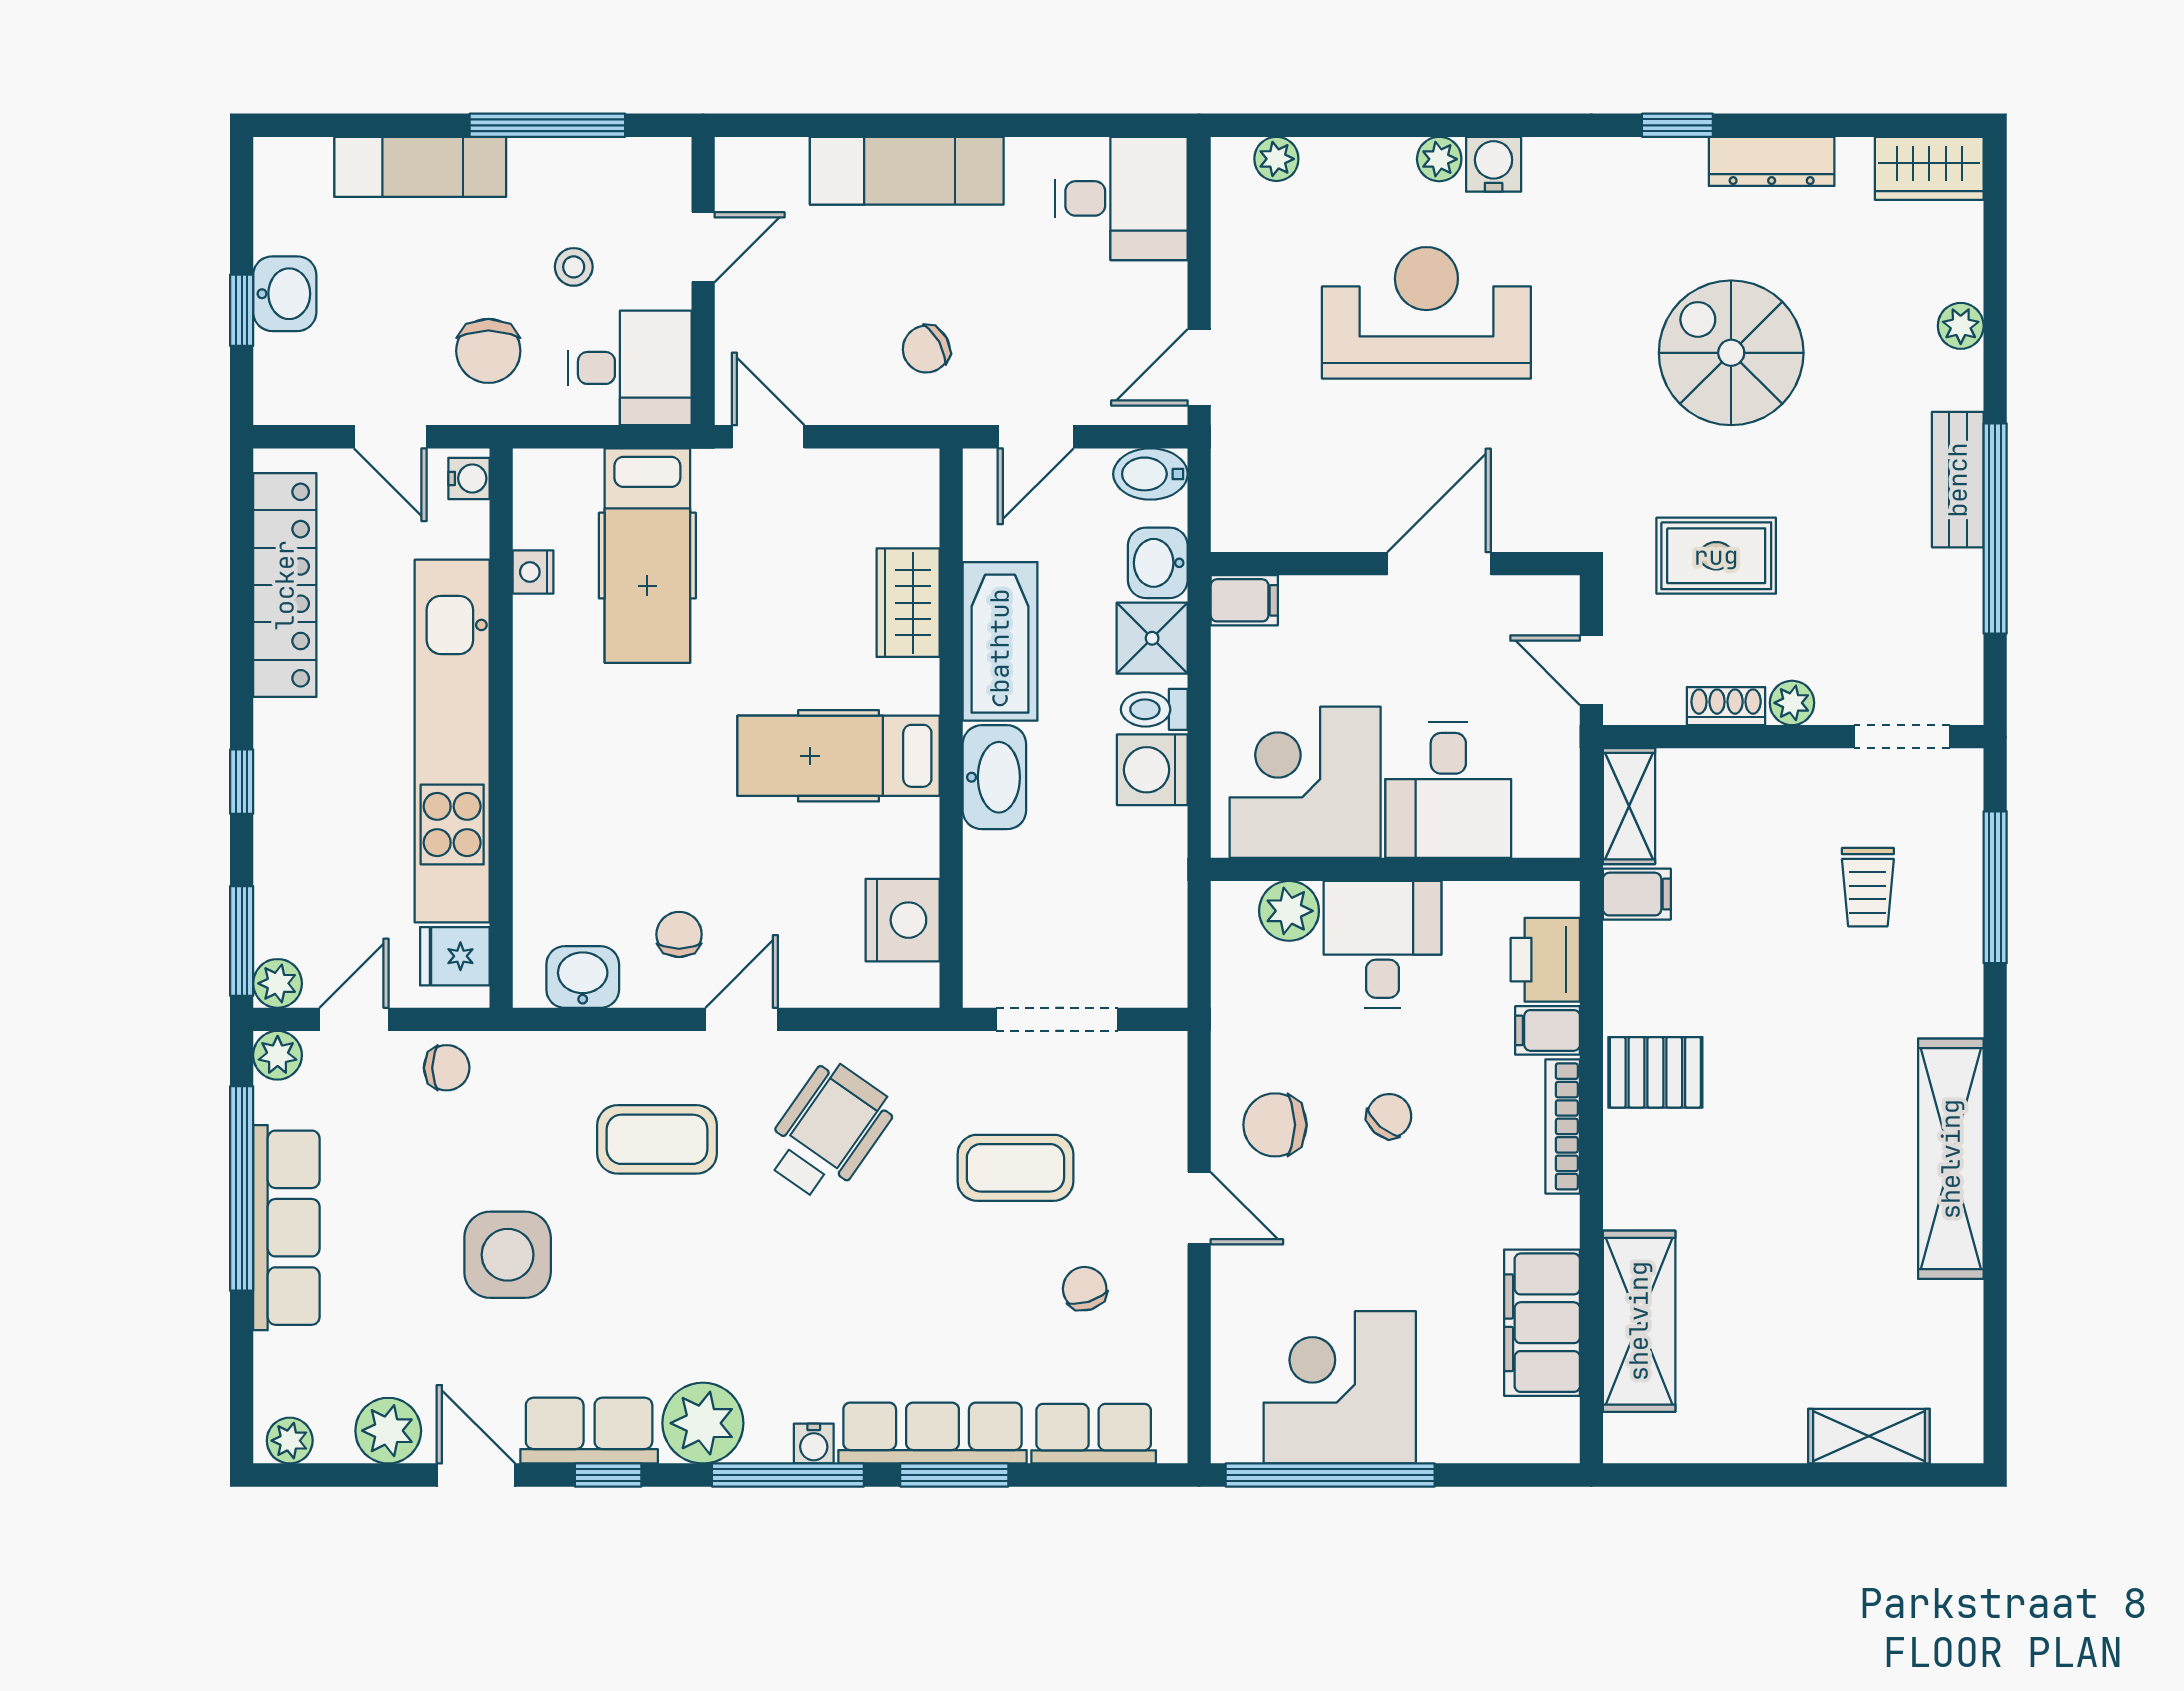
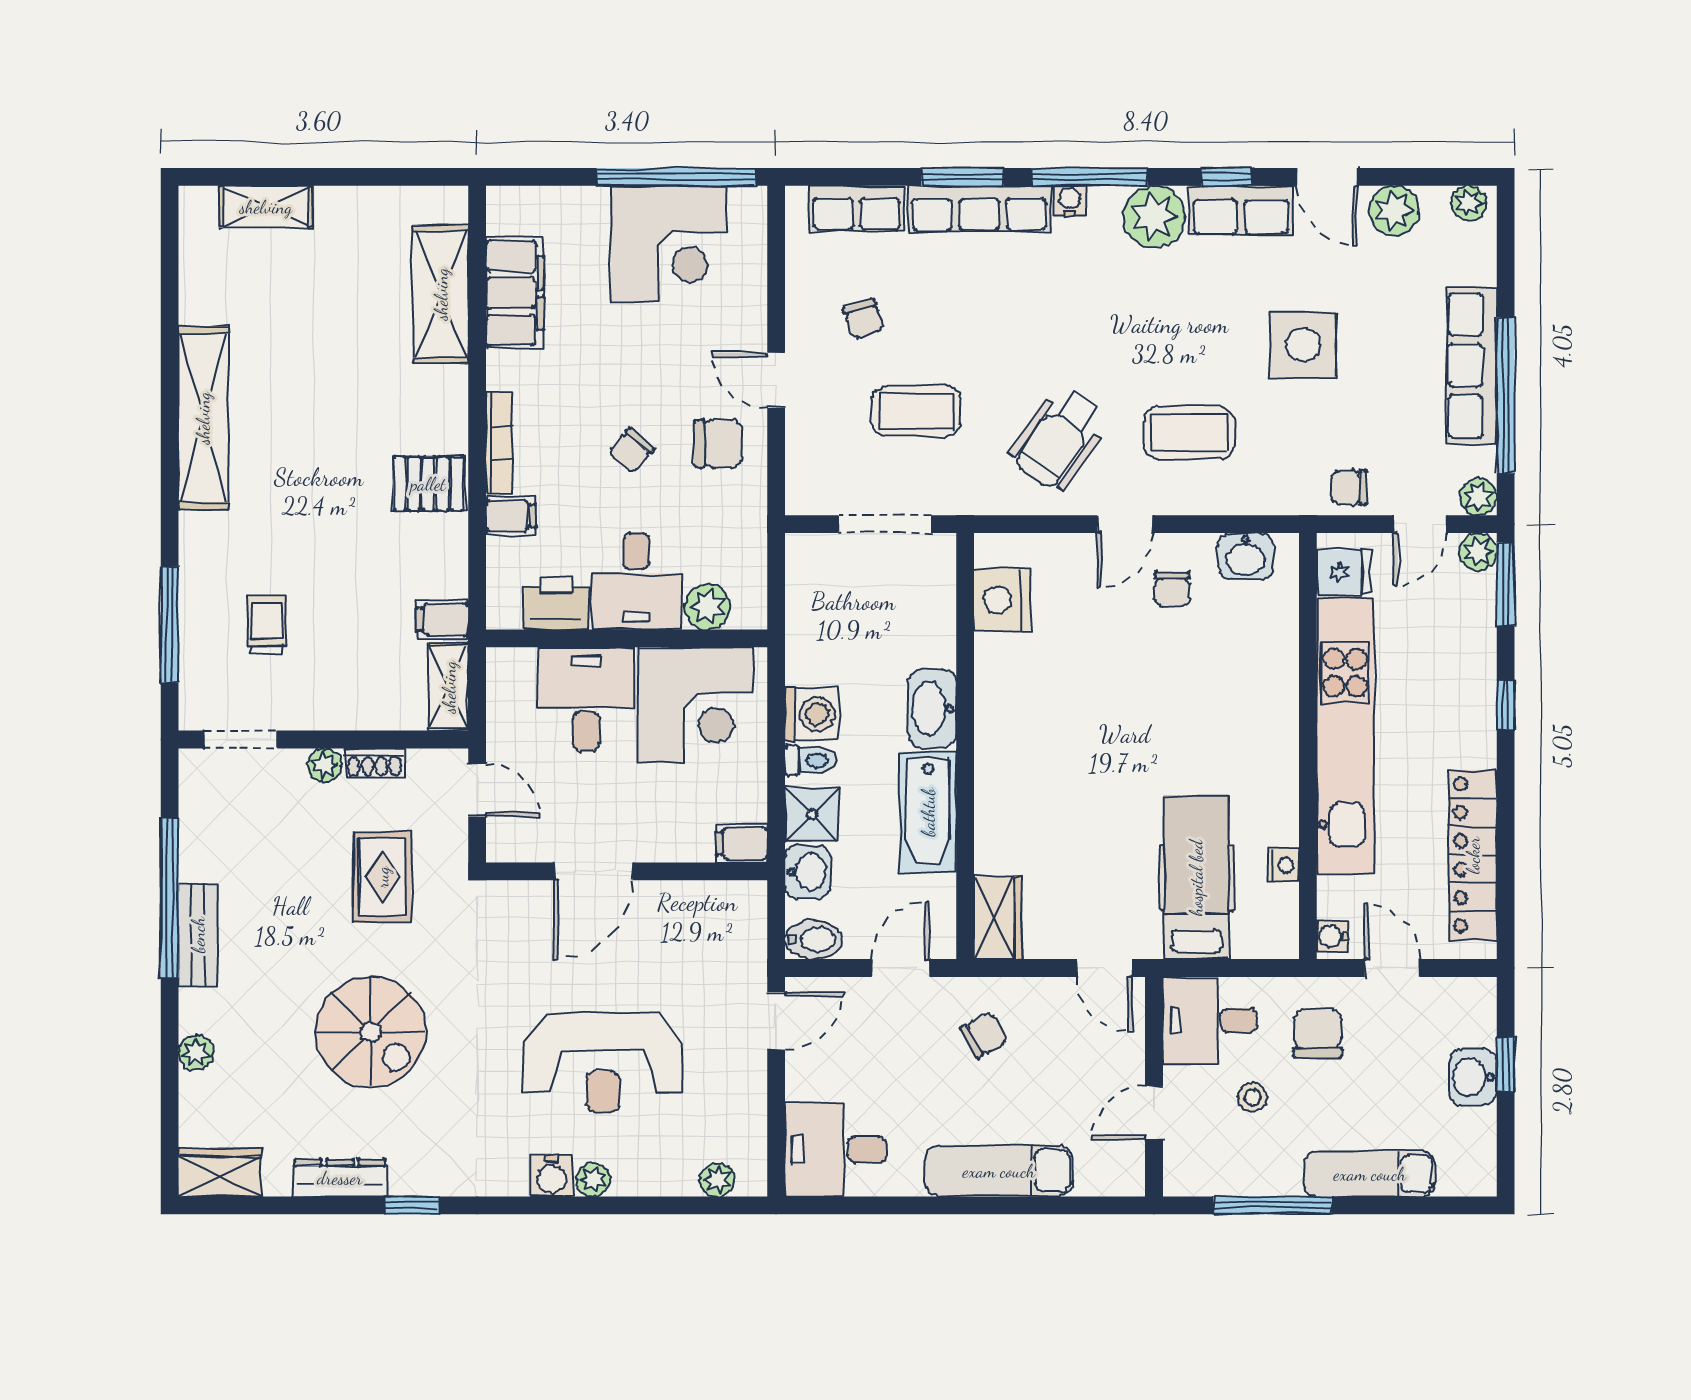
rug: (1716, 556) -> (382, 877), turned 90
wardrobe: (908, 603) -> (998, 918), moved
hospital bed: (839, 756) -> (1051, 725), removed
printer: (1545, 960) -> (556, 603), moved, turned -90

